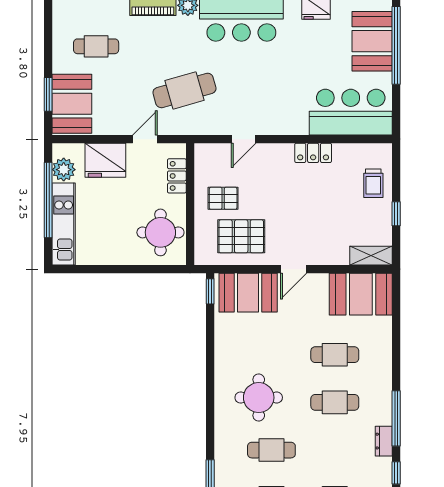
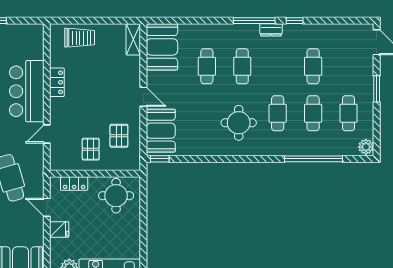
bar counter: (351, 112) -> (27, 91), moved
door: (244, 139) -> (47, 134), swing flipped
fridge: (105, 160) -> (59, 230), width x0.53, depth x0.75
trolley: (373, 183) -> (80, 38), width x1.36, depth x1.39
window: (396, 214) -> (102, 21), removed
pallet: (241, 236) -> (119, 136), width x0.67, depth x0.71

